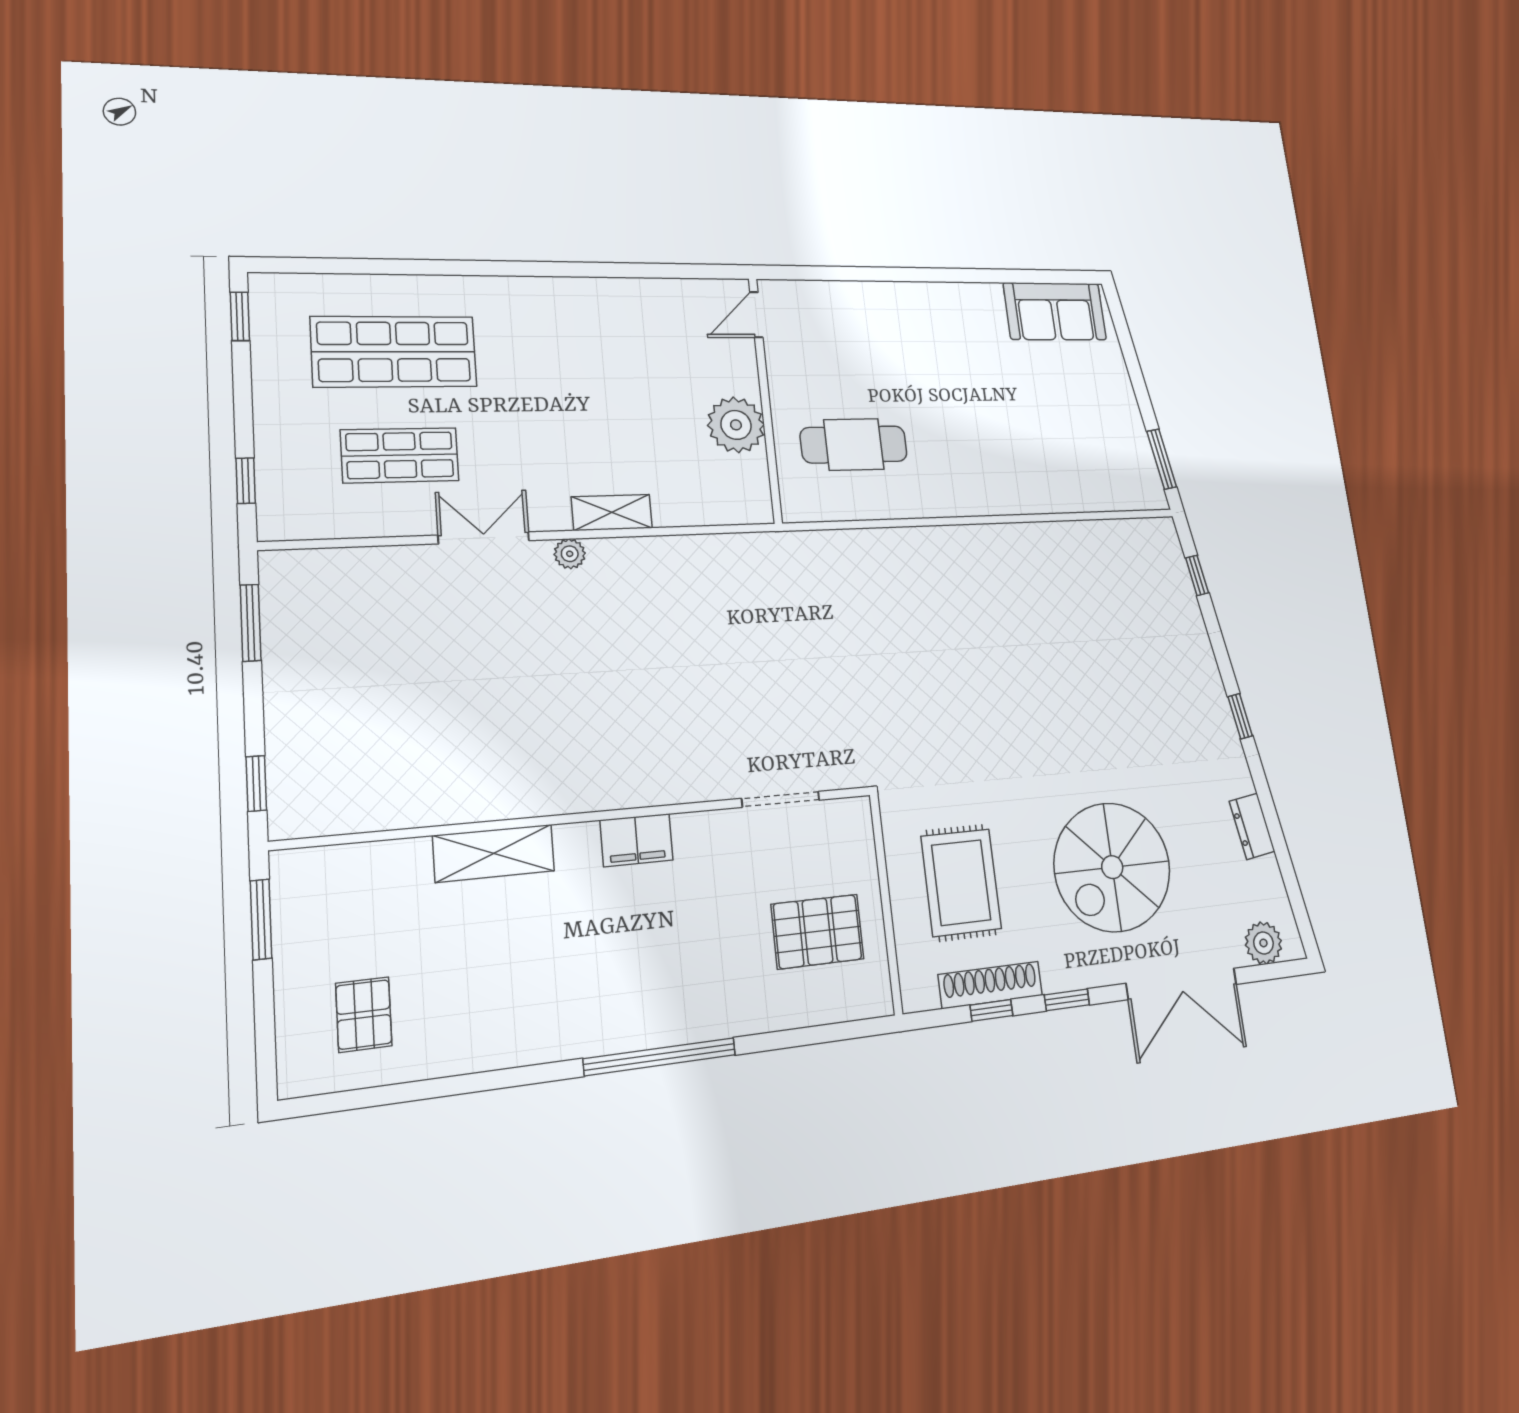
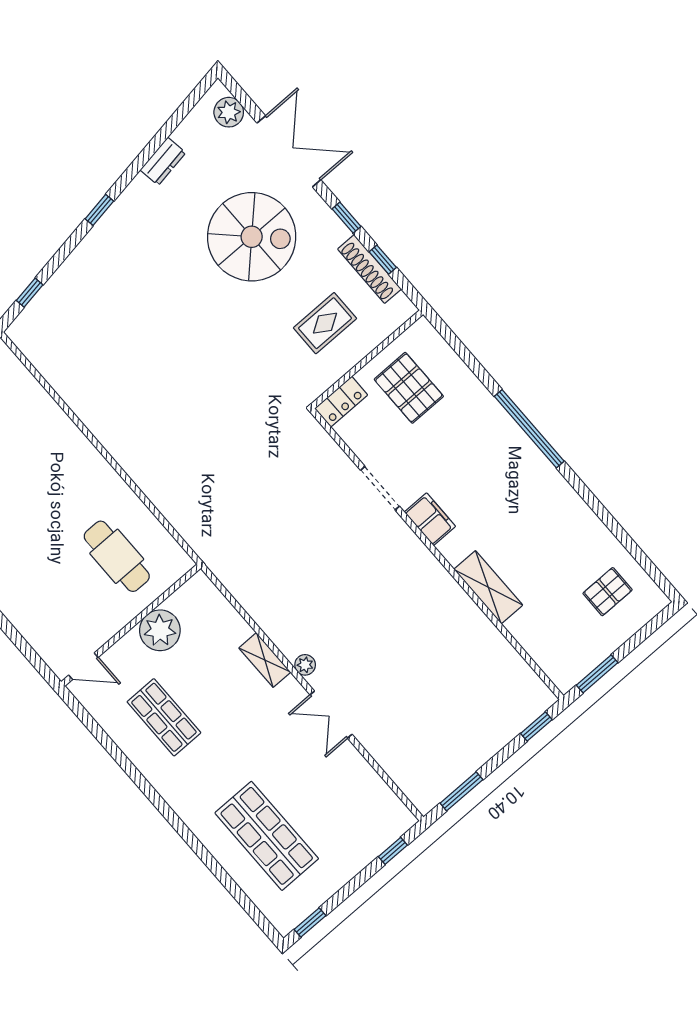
shop shelf: (400, 455) -> (164, 717), moved
doorway: (781, 799) -> (380, 488), moved
locker: (856, 834) -> (341, 402), added
rug: (961, 882) -> (325, 323), width x0.73, depth x0.70

